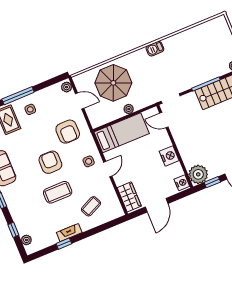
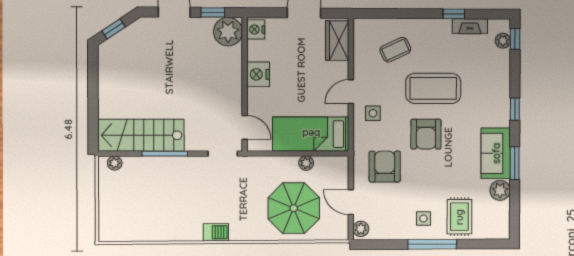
plant: (129, 109) -> (306, 163), moved
coffee table: (58, 192) -> (433, 88), width x1.36, depth x1.32
window: (13, 230) -> (515, 39), moved
fireplace: (69, 233) -> (470, 26), moved

